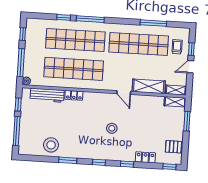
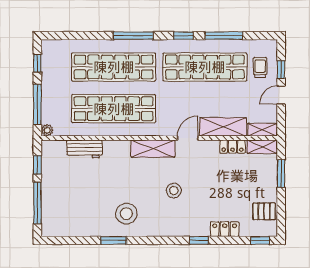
window: (64, 17) -> (183, 36), moved
door: (124, 93) -> (188, 138), swing flipped
workbench: (47, 95) -> (85, 149), width x0.73
locker: (74, 95) -> (233, 147), moved
shelving: (99, 98) -> (153, 149), added
stool: (51, 145) -> (126, 214), moved
window: (99, 162) -> (158, 240), removed

